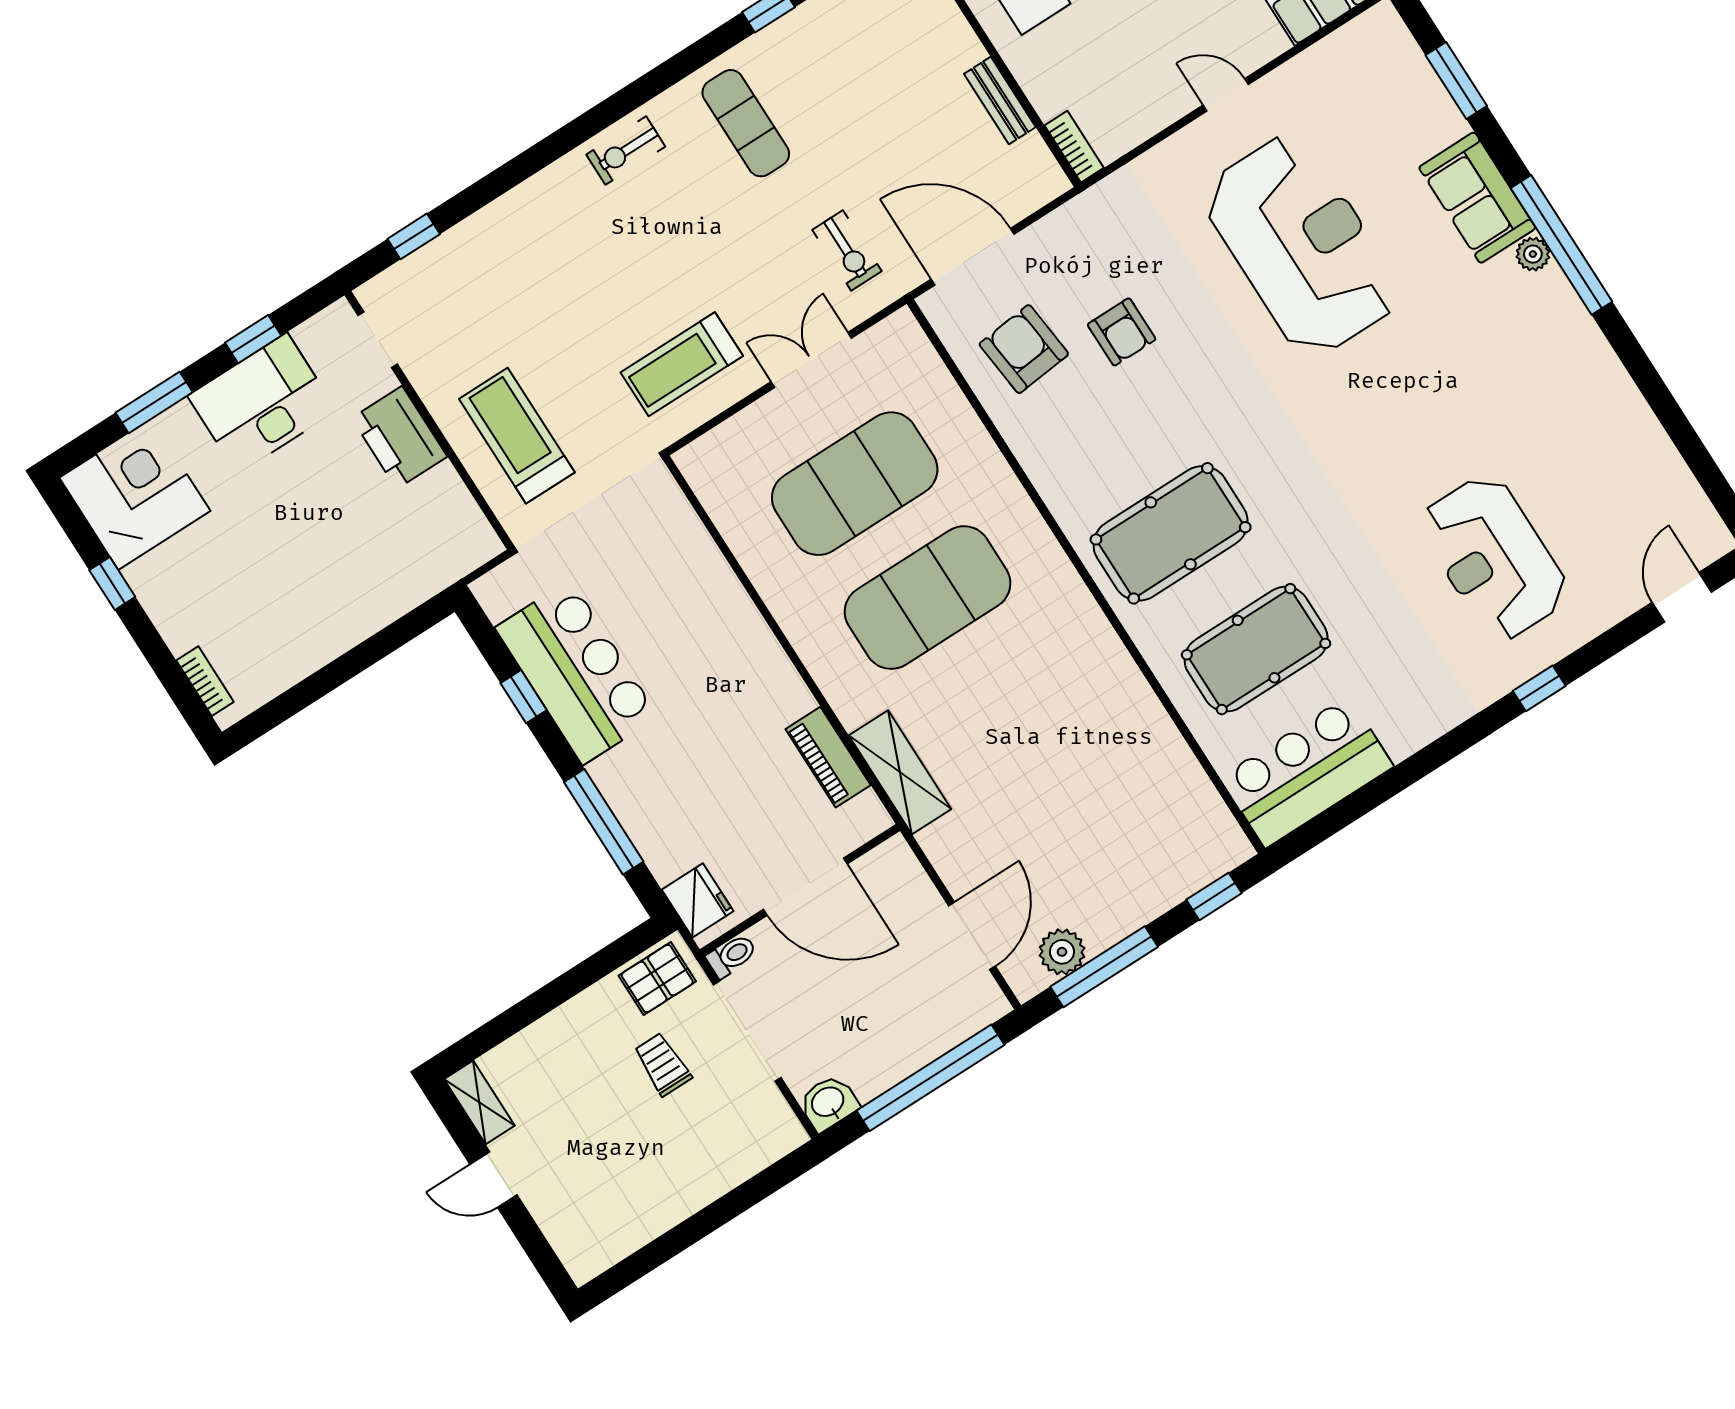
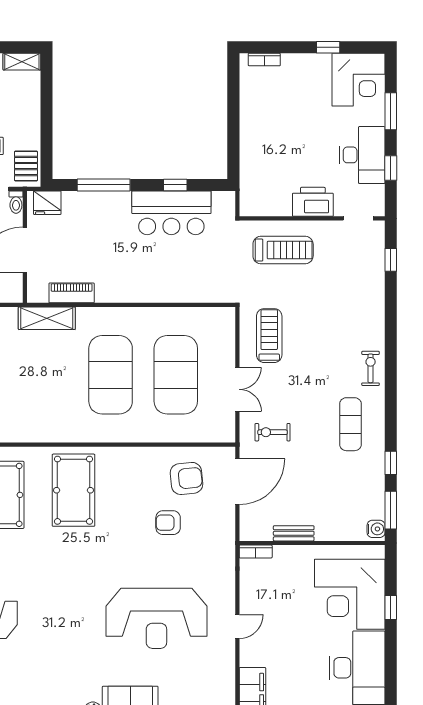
exercise mat: (746, 123) -> (350, 424), turned 90

